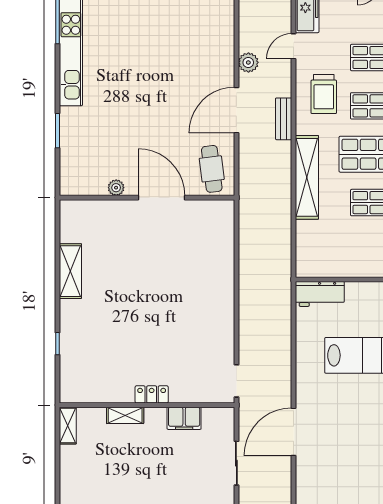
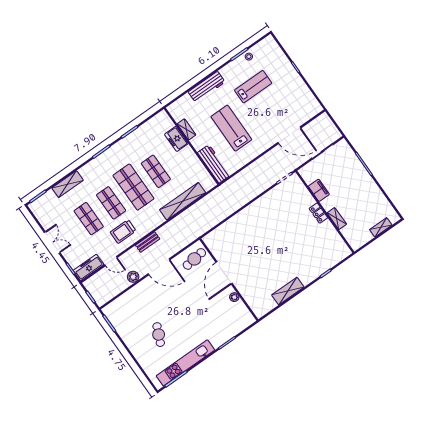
cafe table: (139, 41) -> (159, 335), added
trolley: (324, 94) -> (123, 232), turned 180
shelving: (307, 177) -> (183, 201), moved
workbench: (320, 294) -> (214, 164), width x1.37
shelving: (68, 426) -> (381, 227), moved

